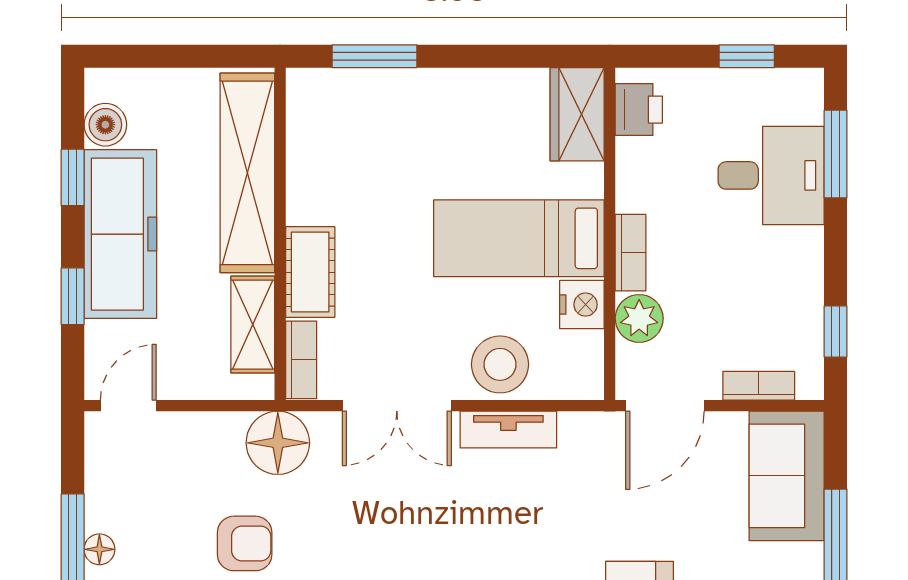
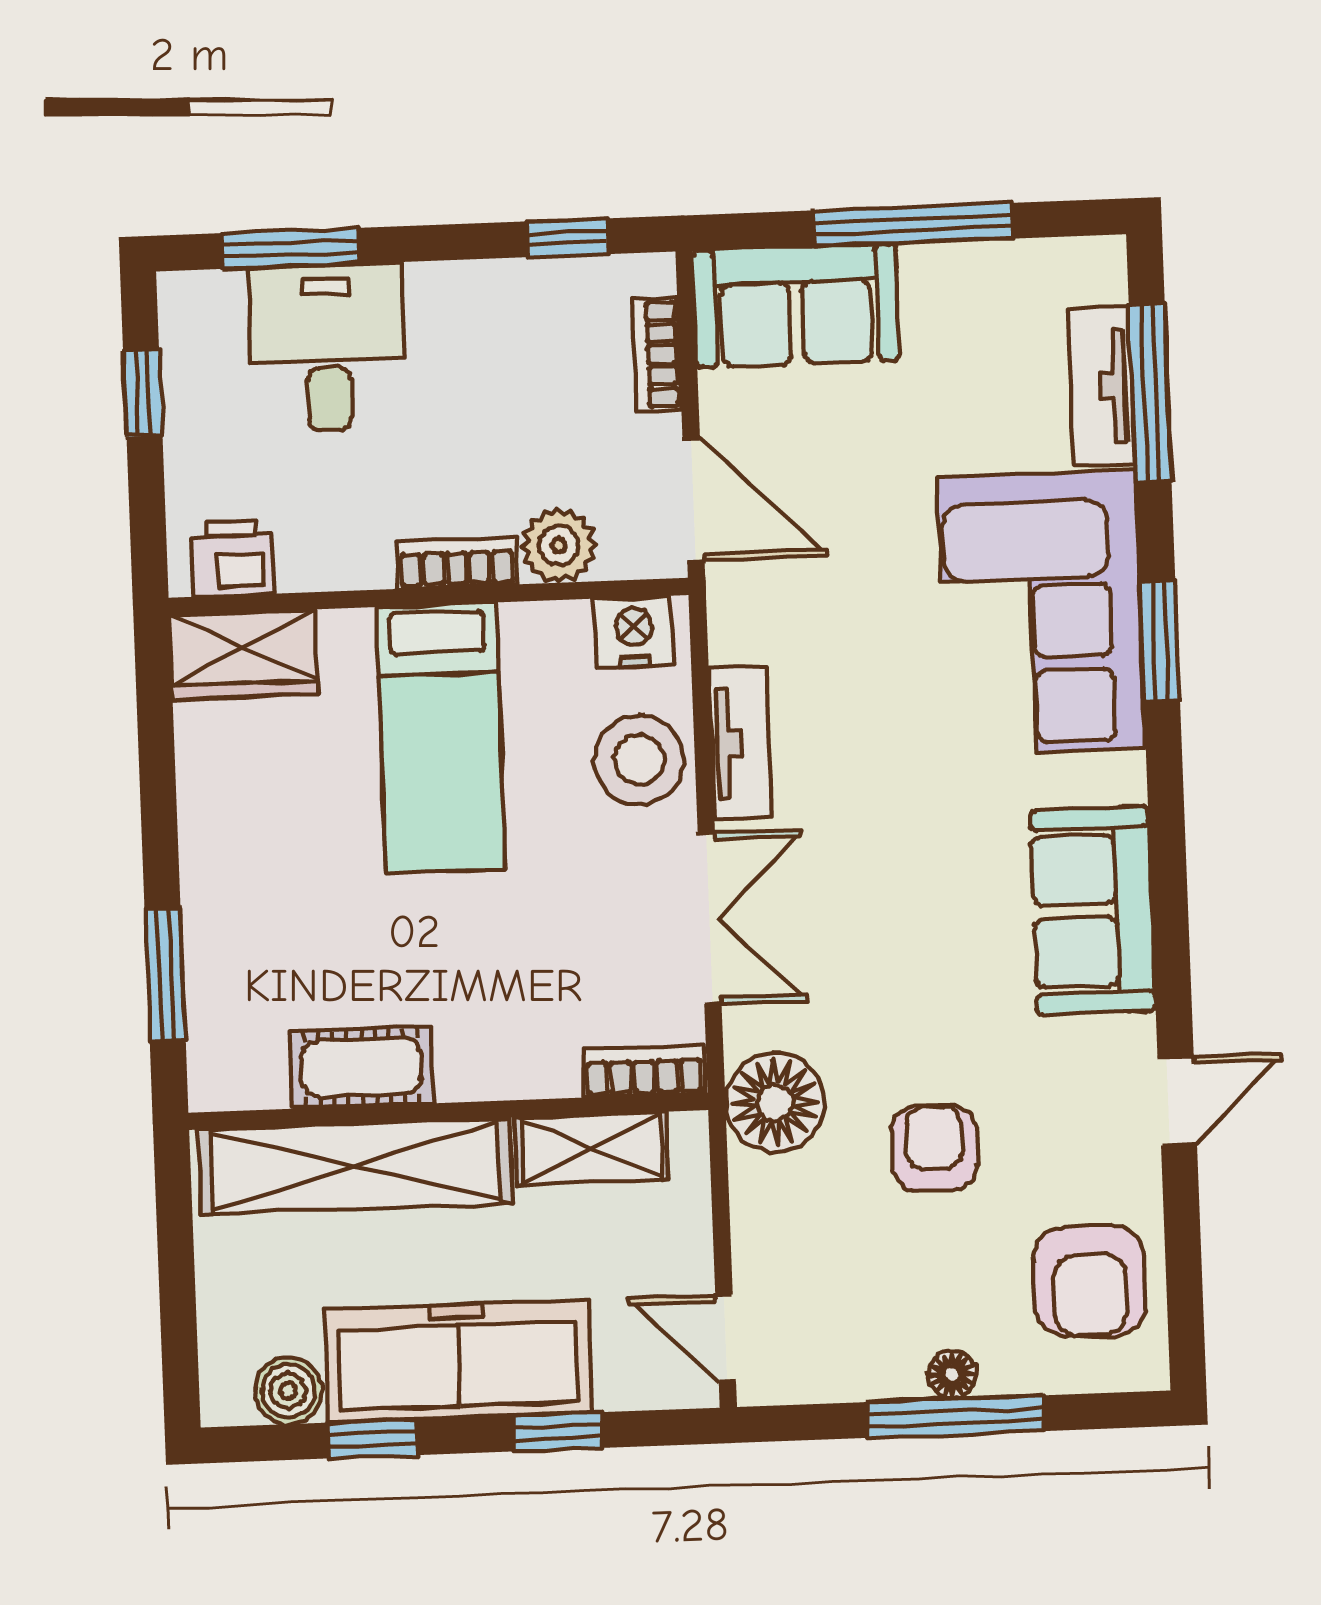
cot: (310, 272) -> (362, 1068), moved
nightstand: (582, 305) -> (634, 632), moved

